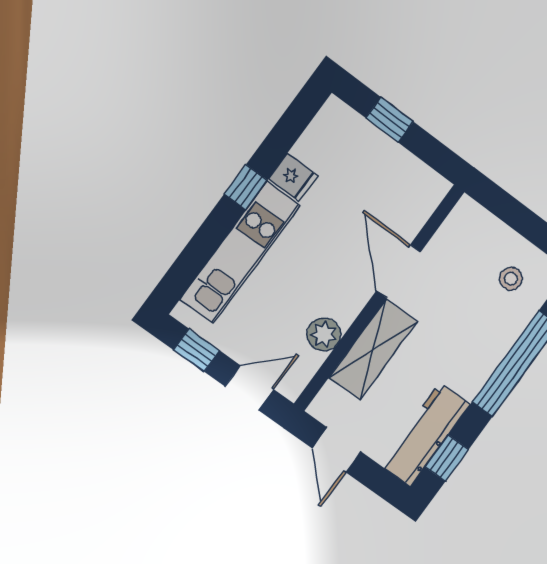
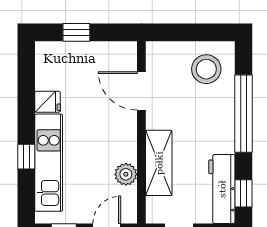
window: (246, 187) -> (26, 157), moved
door: (399, 271) -> (141, 91), moved
stool: (511, 279) -> (206, 69), width x1.89, depth x1.89

